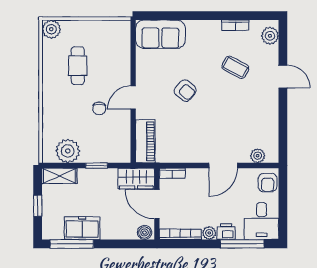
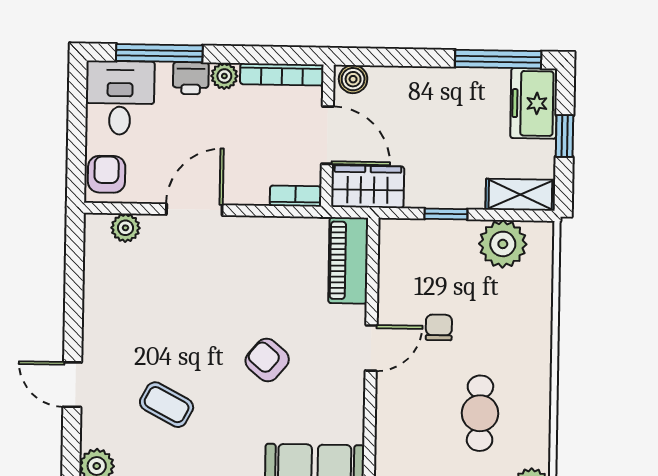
freezer: (82, 228) -> (534, 103), moved, turned 90

